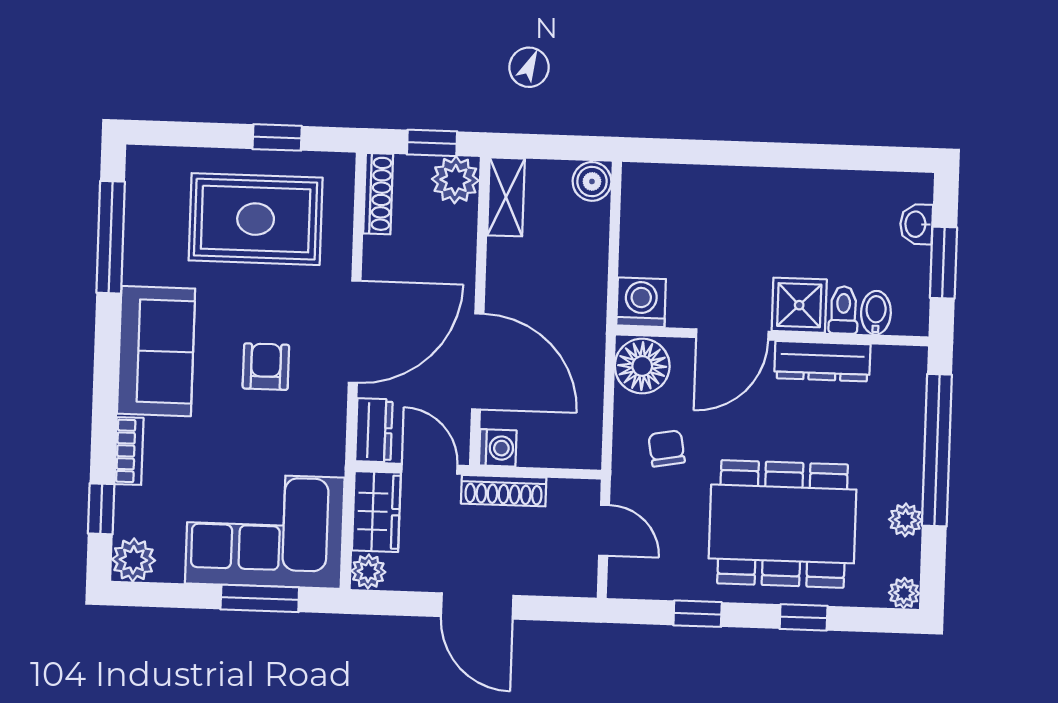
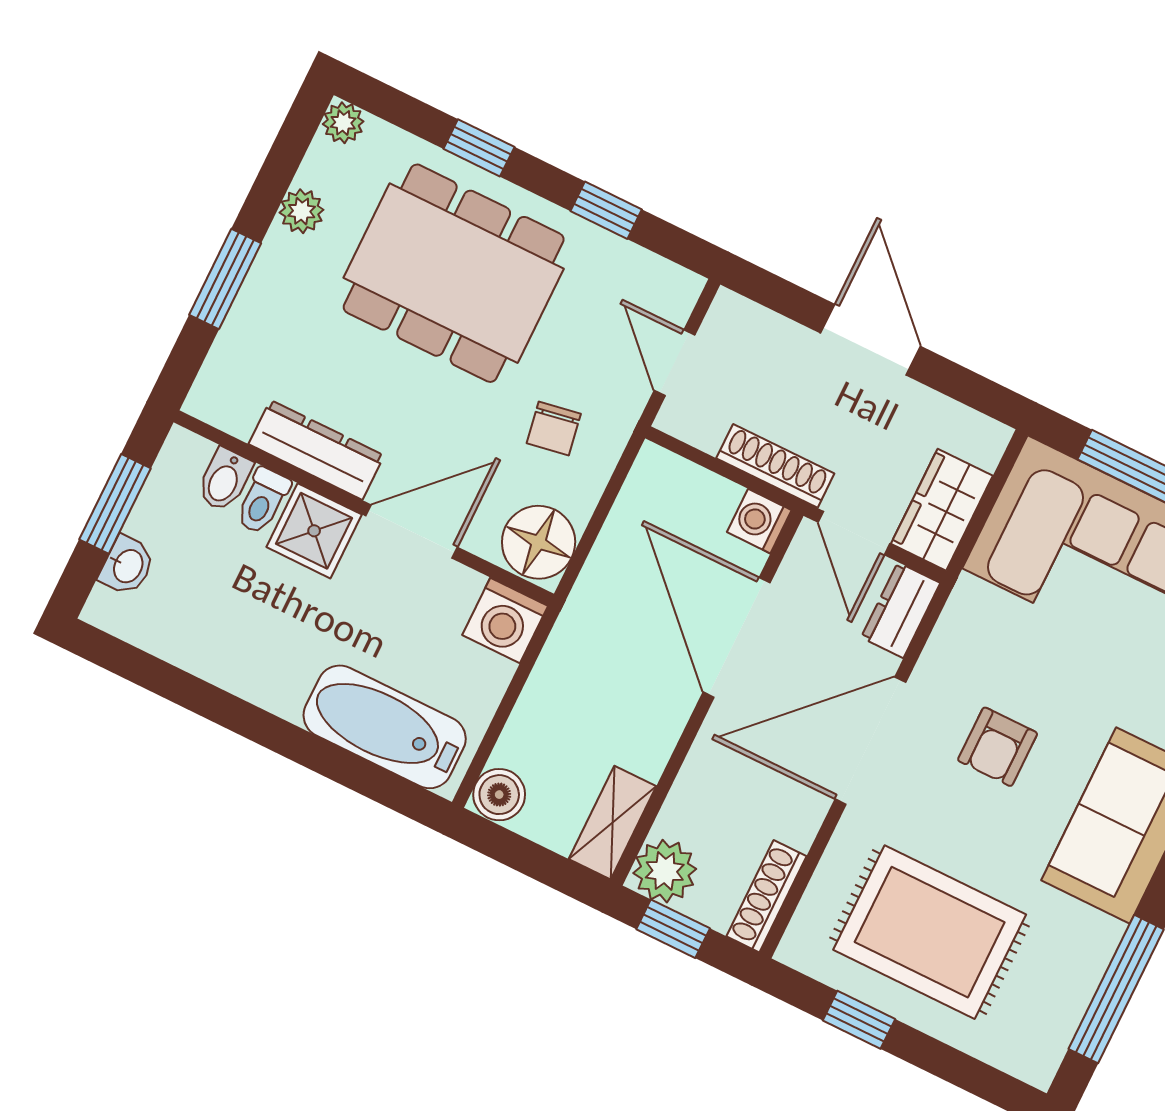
bathtub: (691, 193) -> (385, 727), added
window: (937, 450) -> (225, 279), width x0.47
plant: (368, 572) -> (984, 441), removed

